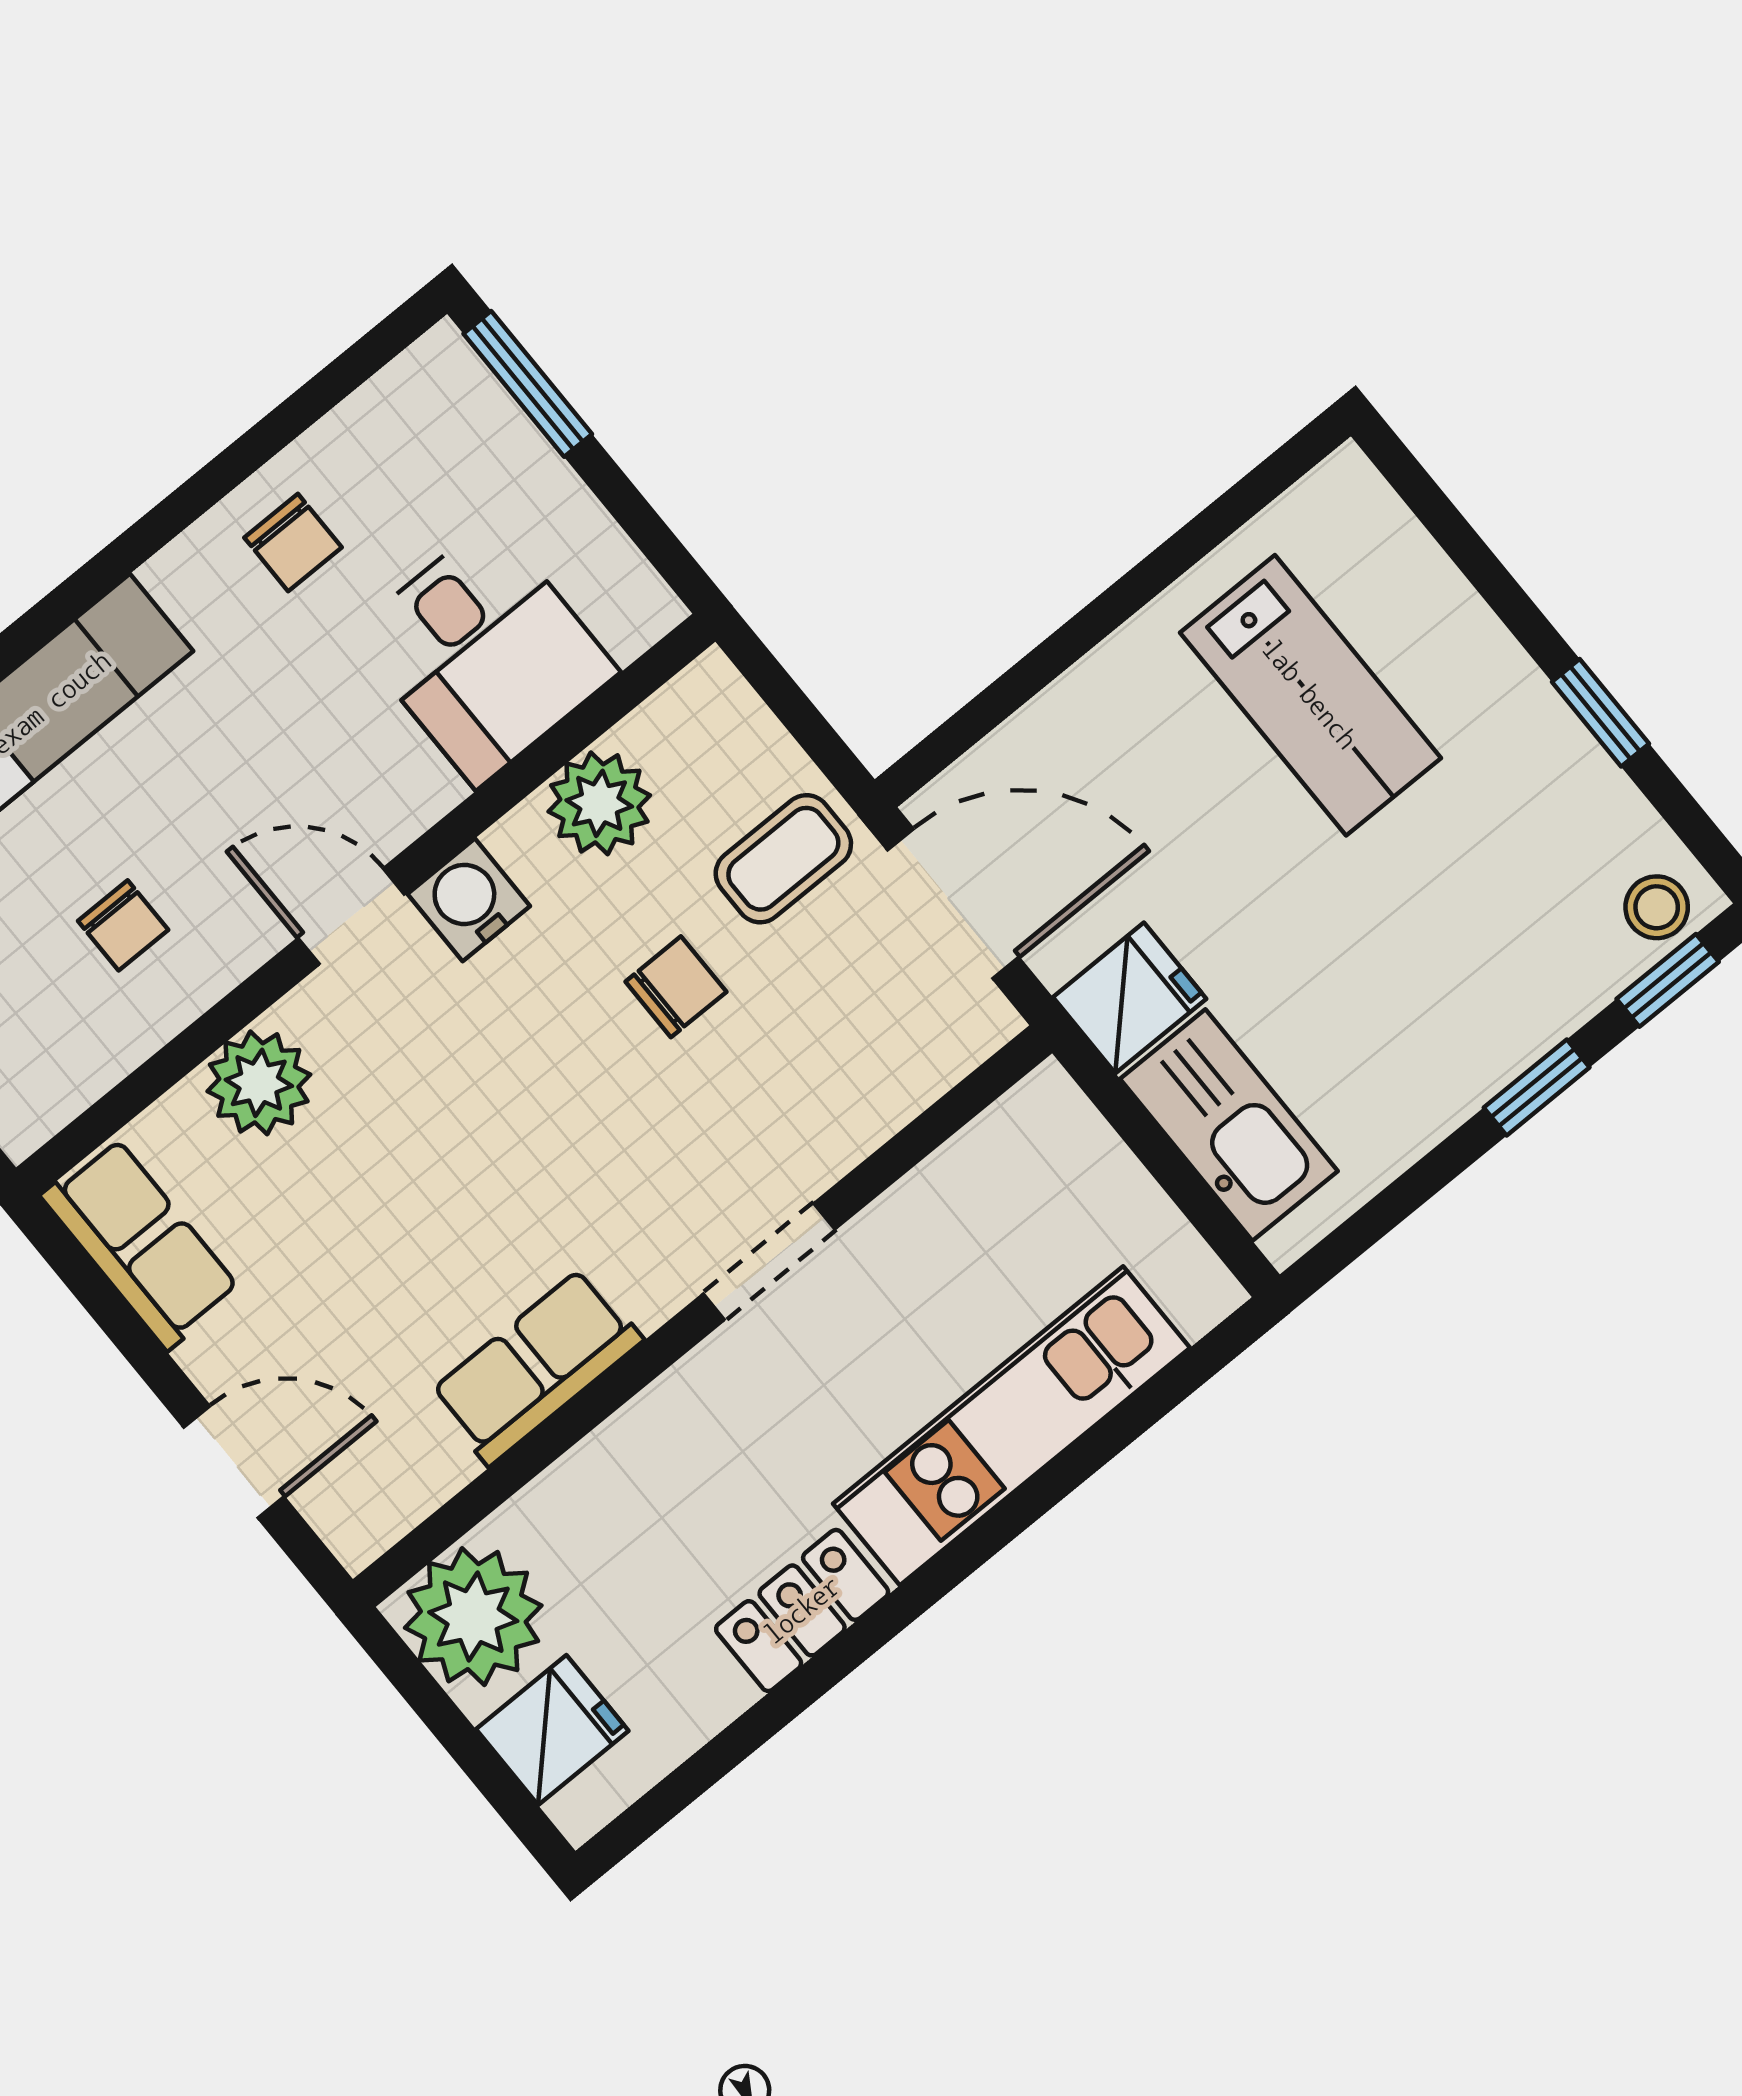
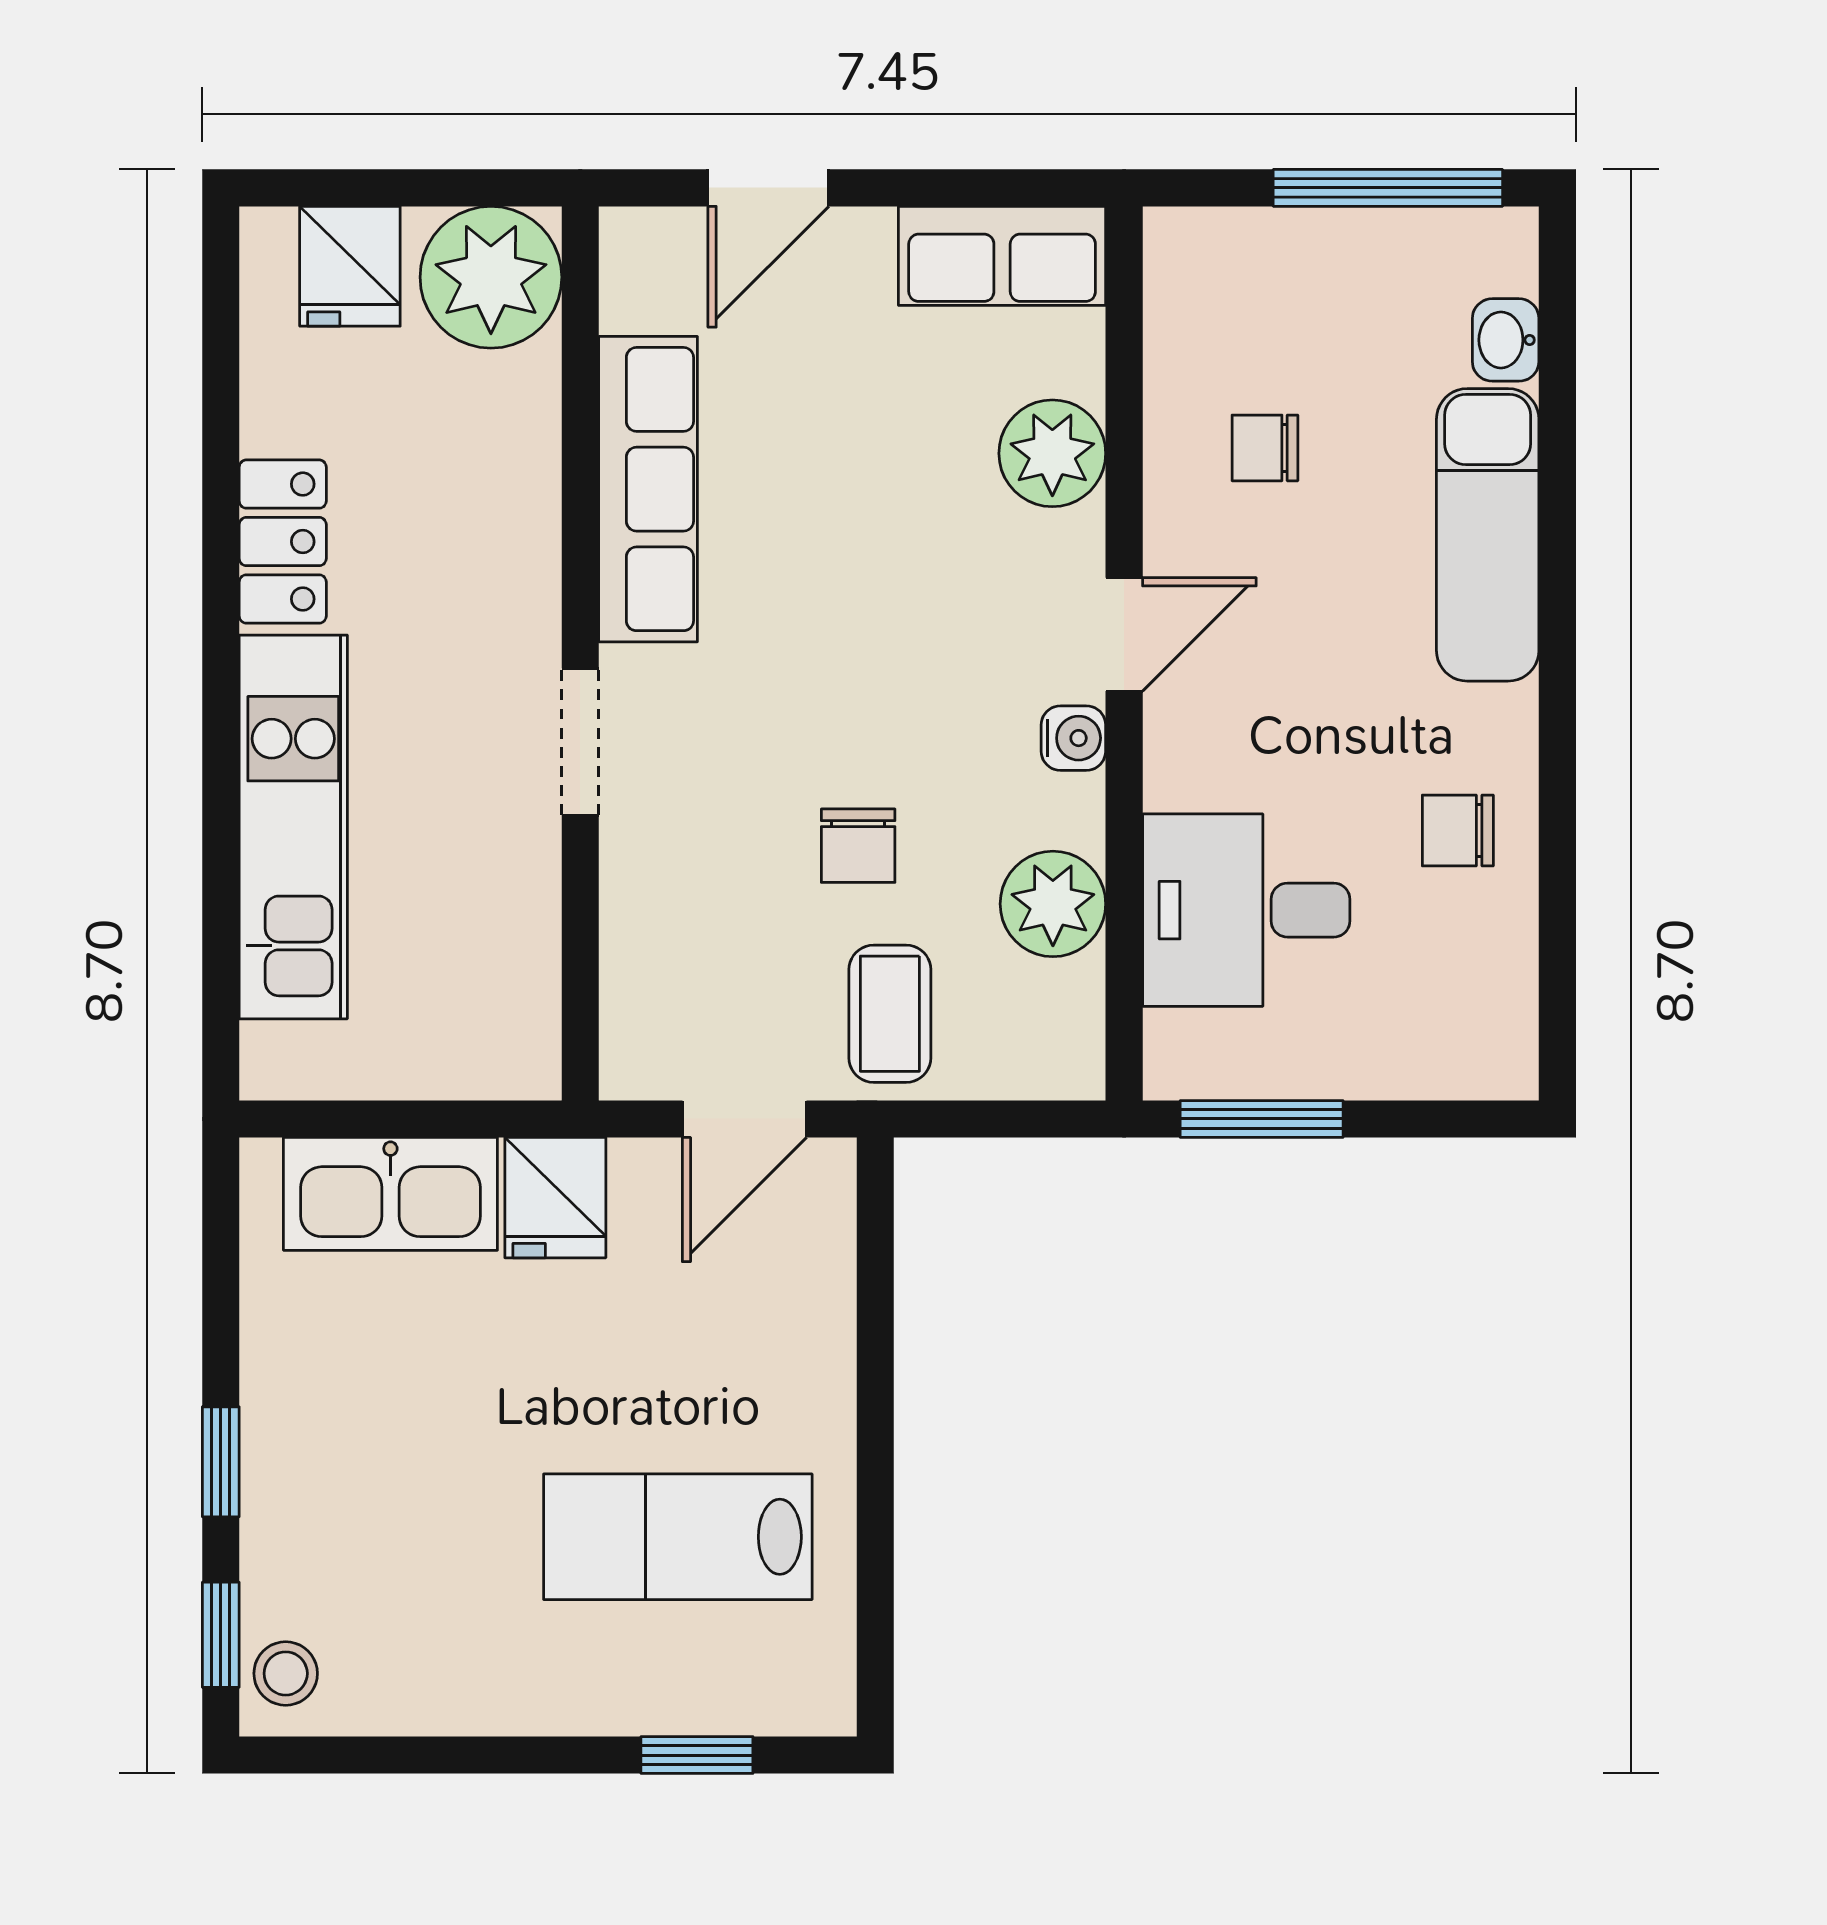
window: (528, 384) -> (1262, 1119), moved
window: (1600, 713) -> (697, 1755), moved
water cooler: (469, 900) -> (1073, 738), width x0.72, depth x0.72
door: (953, 904) -> (744, 1119), width x0.73
row of seats: (536, 1367) -> (648, 489), width x1.48

